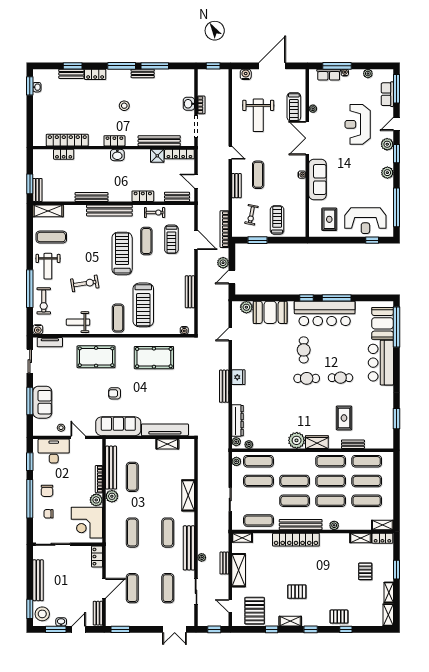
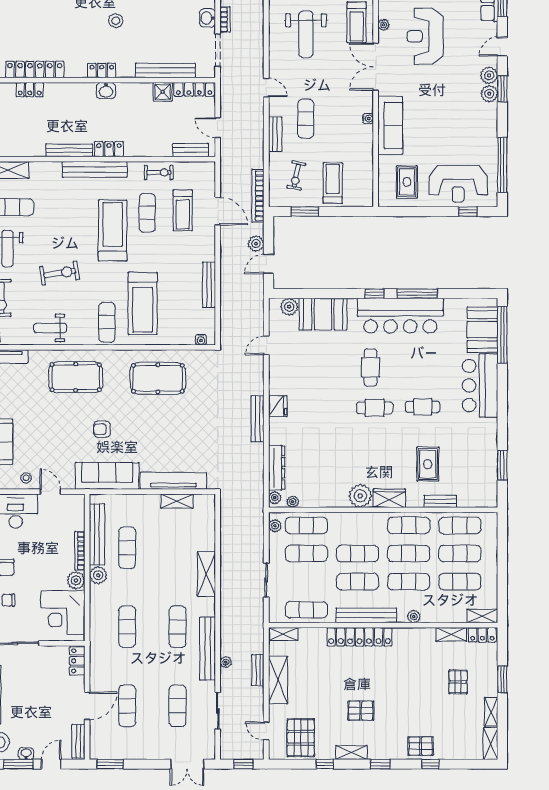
reception desk: (358, 124) -> (425, 36), moved
plant: (387, 173) -> (489, 94), moved
locker: (143, 196) -> (109, 149), moved

